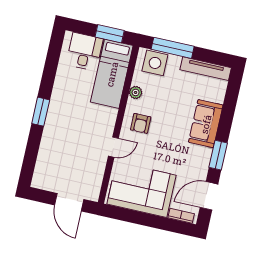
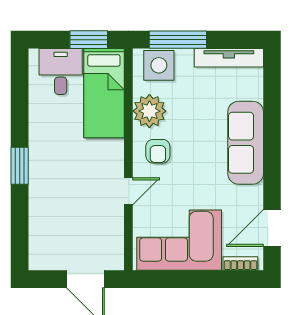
plant: (136, 92) -> (149, 111), width x1.87, depth x1.87
sofa: (206, 124) -> (246, 143), width x1.36
window: (218, 155) -> (272, 170), removed

